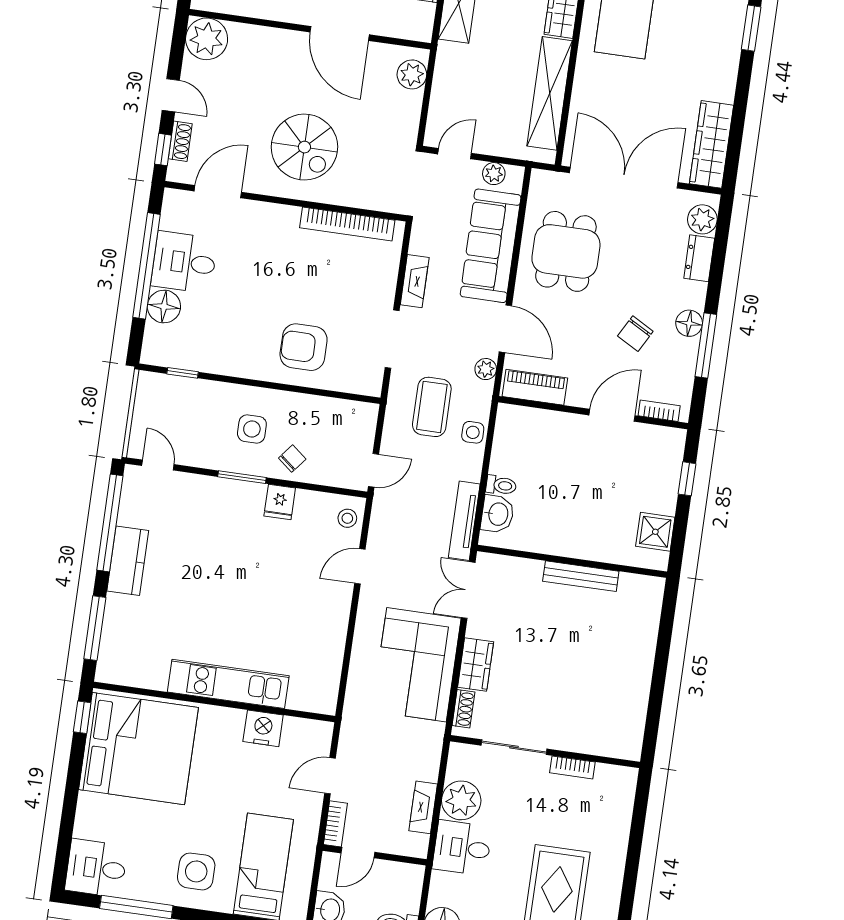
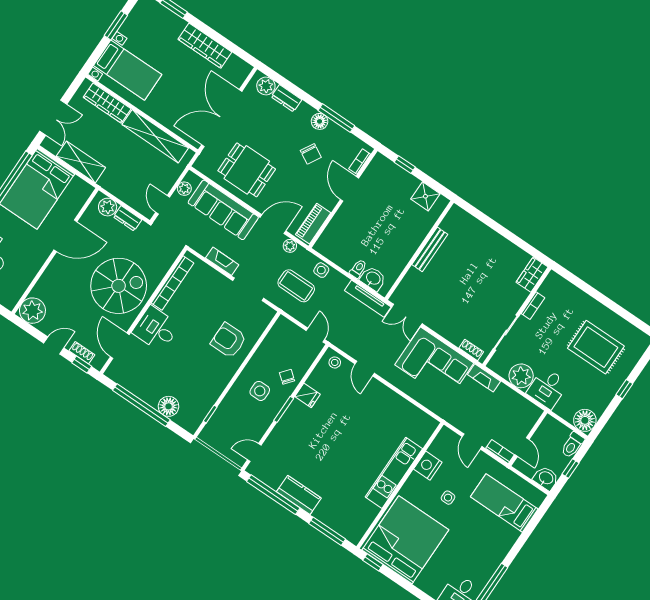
dresser: (410, 112) -> (128, 218), added
wardrobe: (711, 144) -> (205, 46), moved
spiral stairs: (304, 147) -> (119, 286), width x1.37, depth x1.37
desk: (184, 262) -> (156, 329), moved, turned 90
armchair: (304, 347) -> (229, 340), turned 90
wardrobe: (476, 665) -> (532, 275), moved, turned -90
fireplace: (423, 807) -> (484, 378), moved
side table: (196, 871) -> (448, 498), moved, width x0.54, depth x0.54

